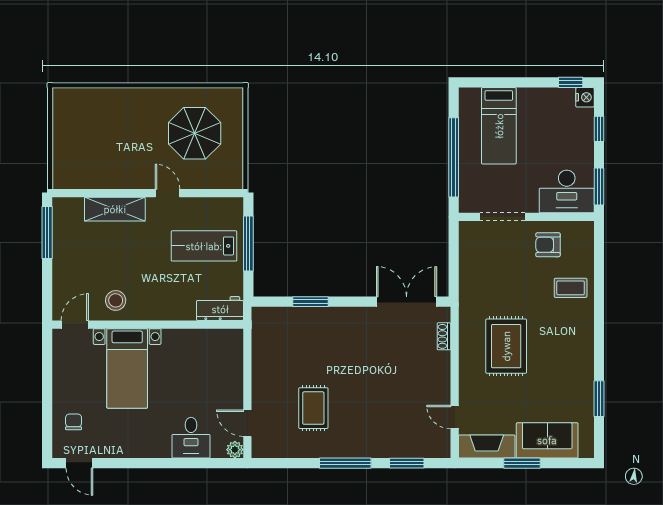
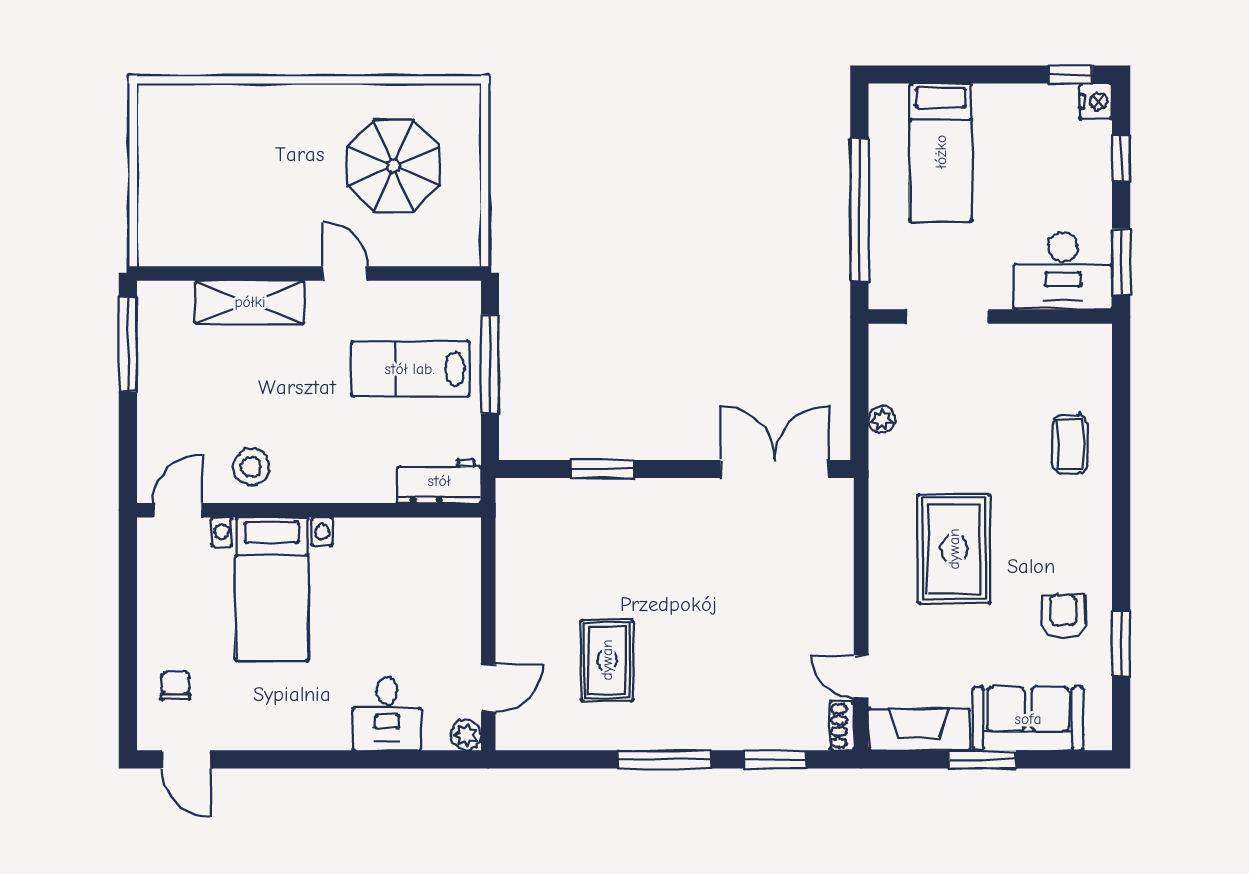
armchair: (548, 245) -> (1063, 616), moved, turned 90
plant: (466, 274) -> (882, 419), added
coffee table: (571, 288) -> (1070, 444), turned 90
shoe rack: (444, 336) -> (842, 726), moved
door: (247, 423) -> (488, 688), swing flipped

